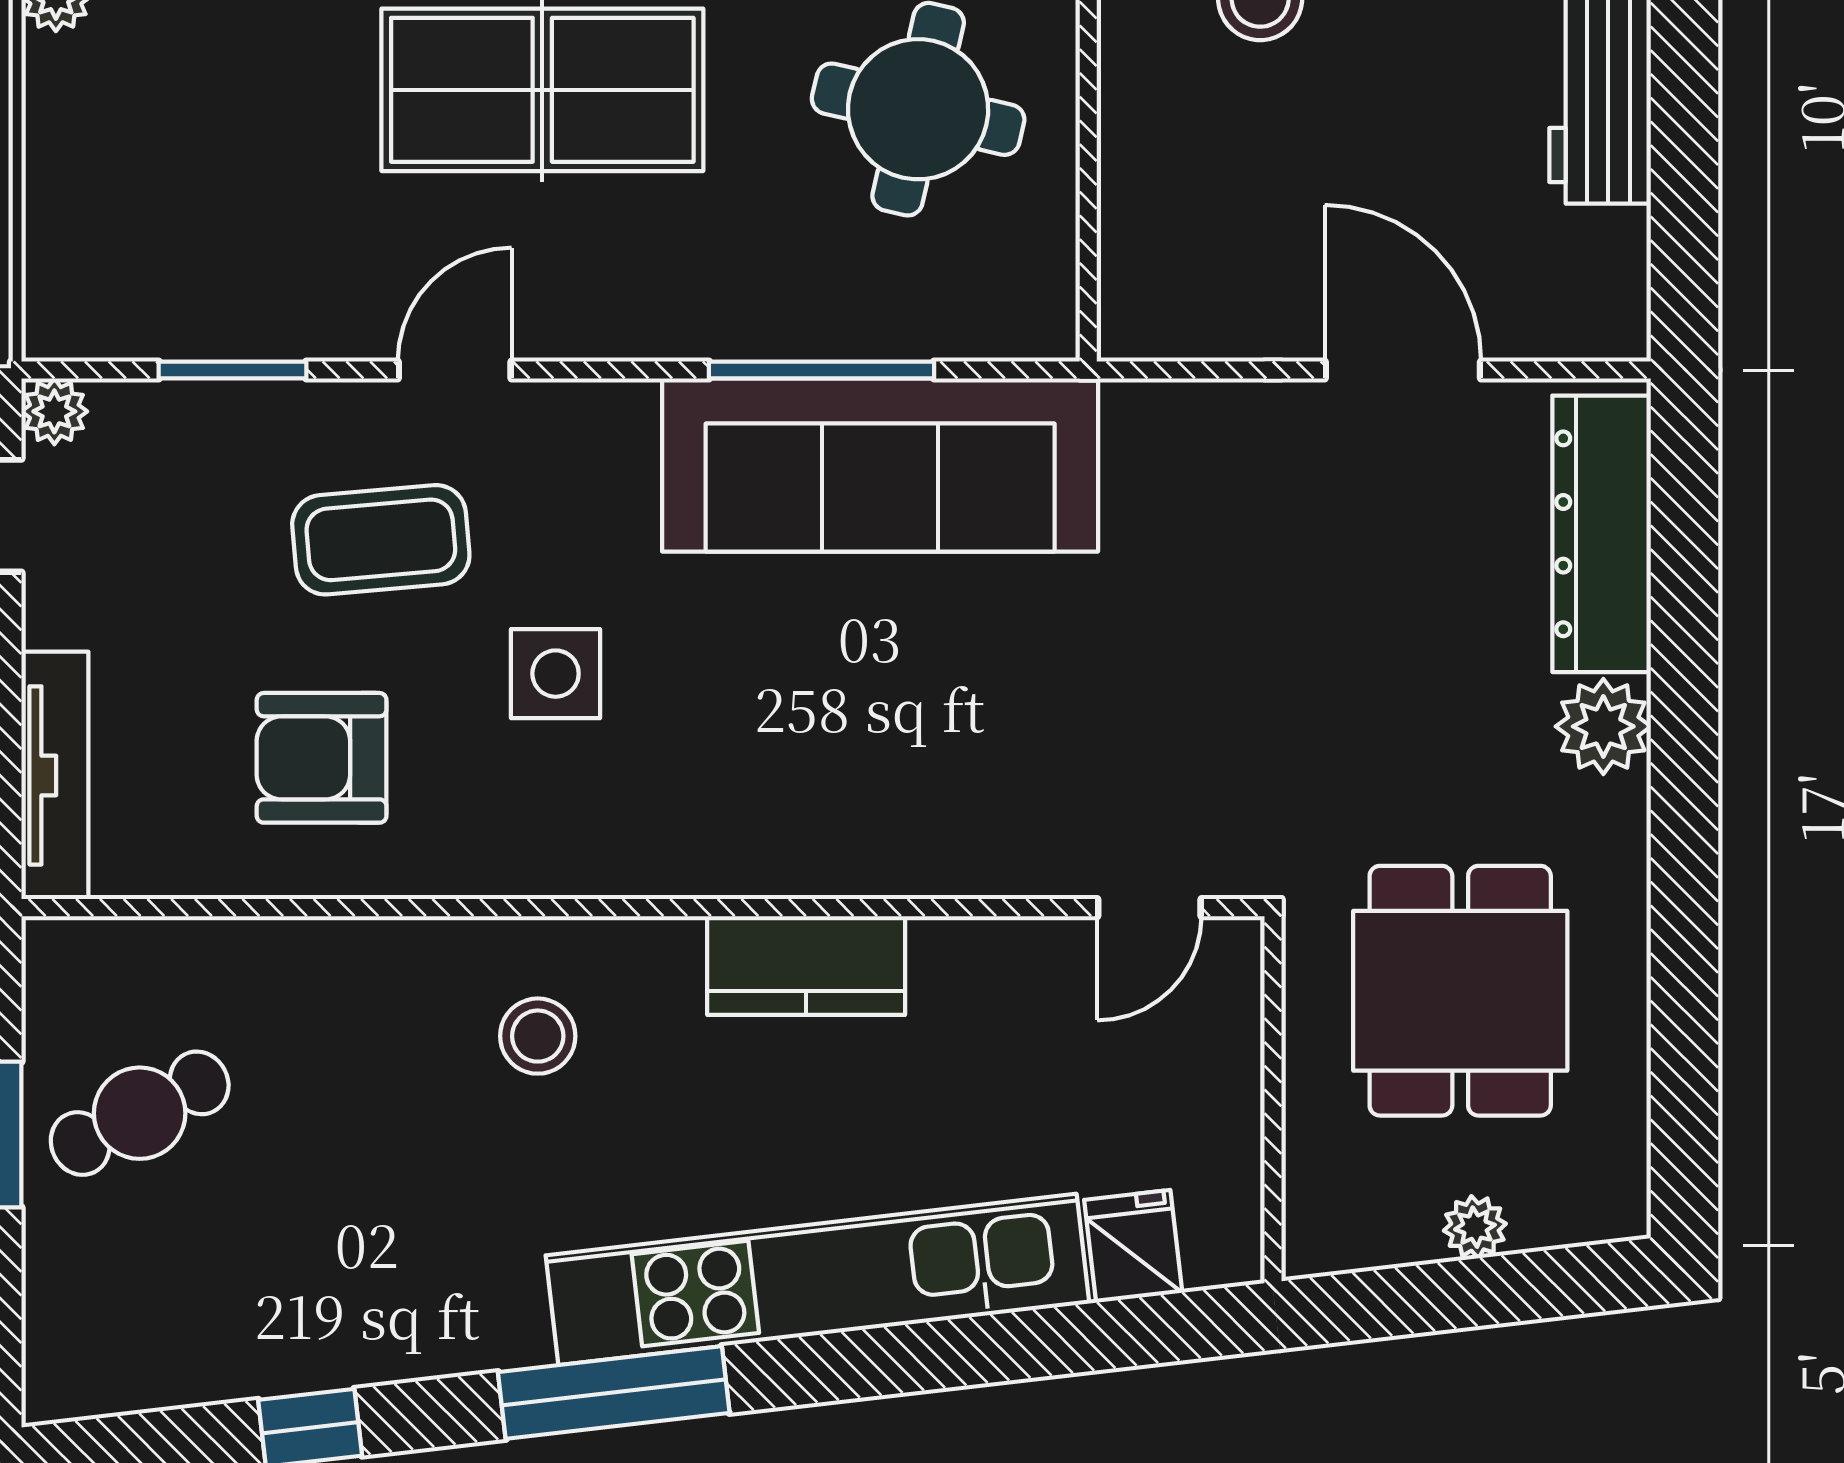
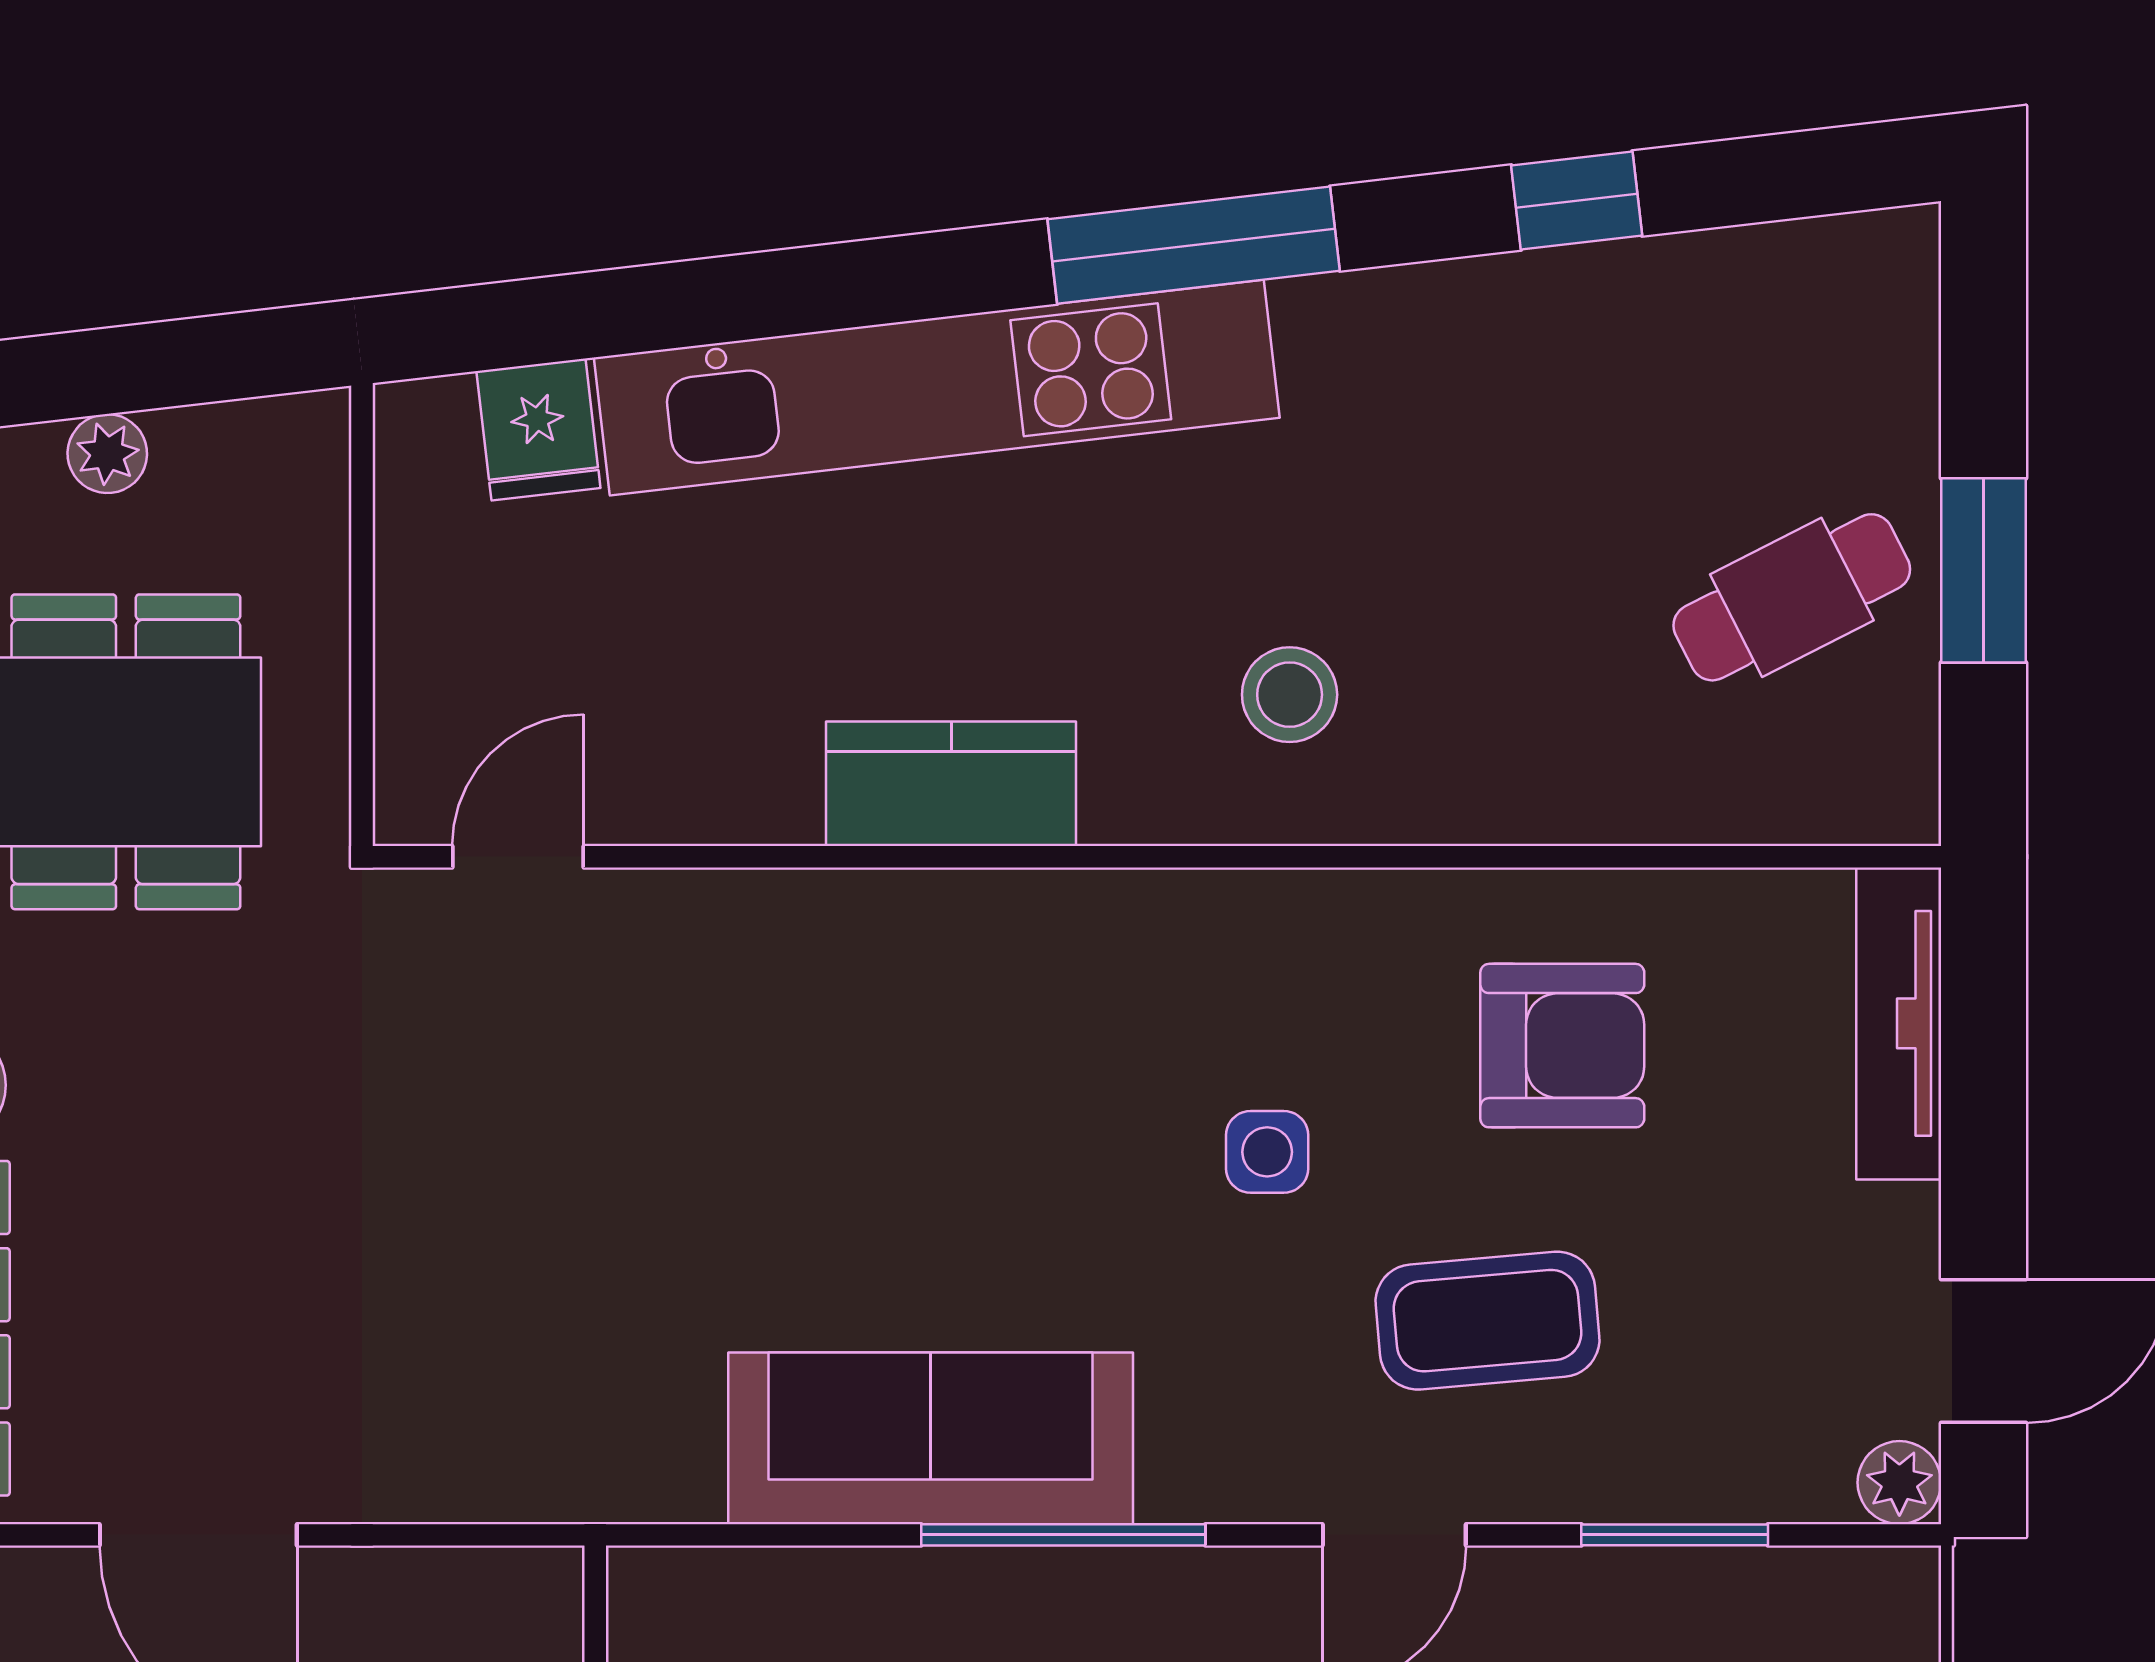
window: (821, 370) -> (1063, 1535), moved
sofa: (880, 465) -> (931, 1438), width x0.74, depth x0.79
side table: (556, 674) -> (1267, 1152), width x0.73, depth x0.73

